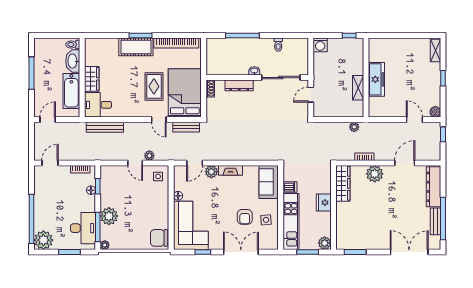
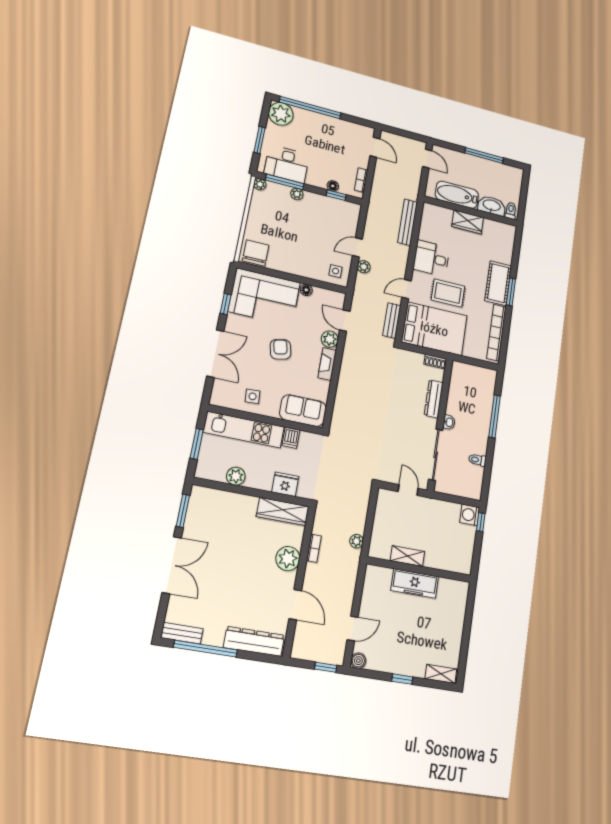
window: (349, 35) -> (481, 522), moved
desk: (98, 105) -> (431, 258), moved, turned -90
fridge: (324, 203) -> (285, 484), moved
plant: (109, 216) -> (297, 194), width x0.53, depth x0.53
armchair: (245, 217) -> (280, 349), moved, turned 78
bench: (436, 221) -> (182, 633), moved
plant: (325, 243) -> (236, 476), moved
double door: (409, 252) -> (172, 565), moved

